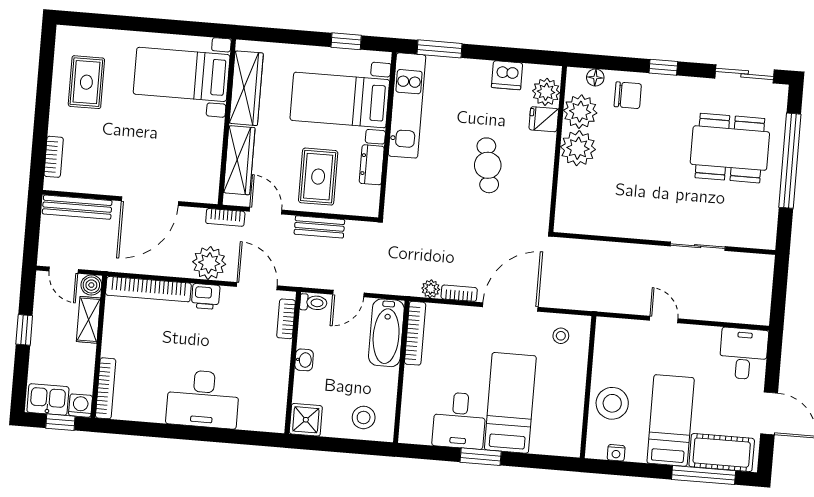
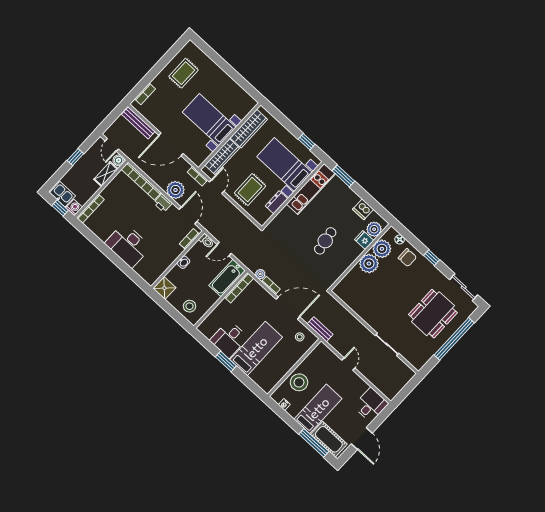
bed with nightstands: (182, 74) -> (209, 120), moved
dining table: (730, 148) -> (433, 314), turned 90
bench: (319, 227) -> (320, 329), moved

